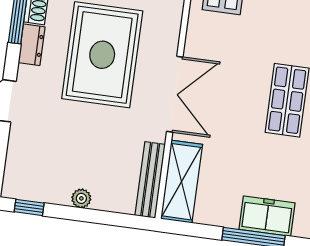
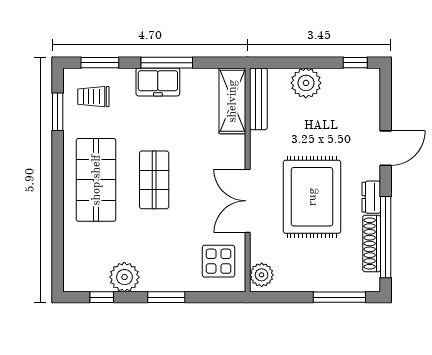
double door: (175, 94) -> (248, 201), moved
plant: (81, 198) -> (306, 83), width x1.87, depth x1.87

